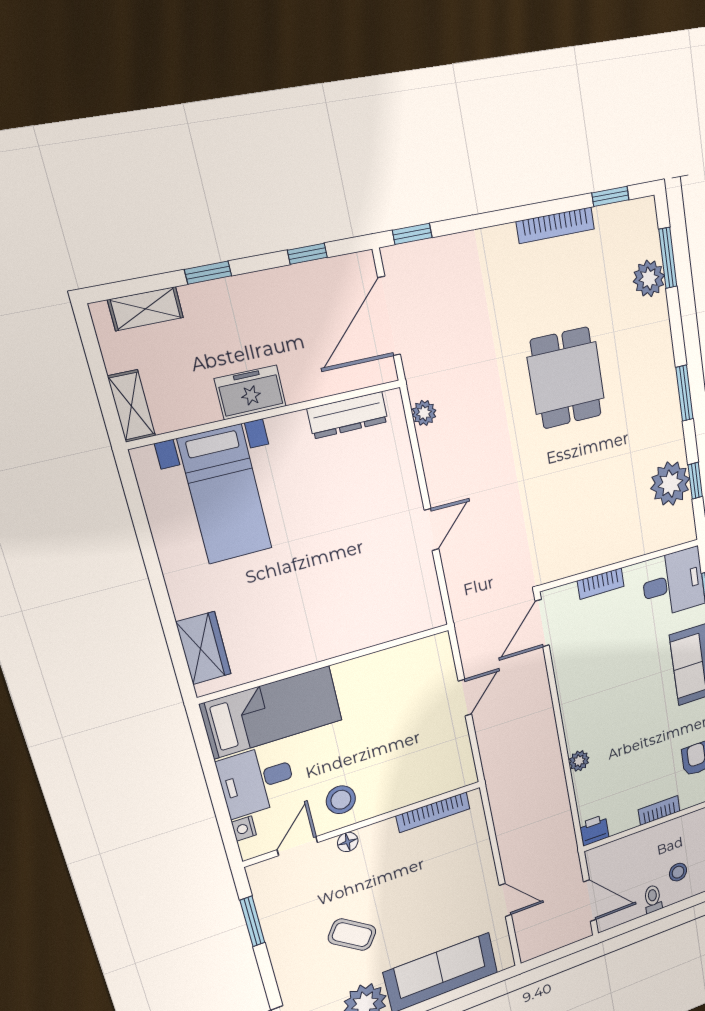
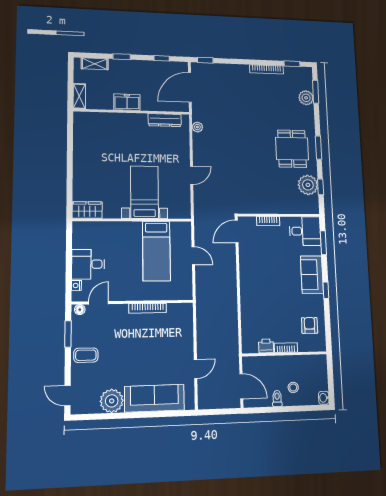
dining table: (566, 378) -> (292, 149), moved
bed with nightstands: (225, 494) -> (144, 192), moved, turned 180
wardrobe: (204, 648) -> (87, 210), moved, turned -90
door: (465, 698) -> (193, 256), hinge flipped
bed: (272, 712) -> (156, 251), moved, turned 90
plant: (579, 761) -> (246, 306), removed
stool: (341, 800) -> (124, 286), removed
bookcase: (433, 812) -> (148, 308), moved
printer: (594, 830) -> (266, 346), moved
floor lamp: (348, 842) -> (80, 310), moved
door: (505, 900) -> (196, 369), hinge flipped
coffee table: (352, 935) -> (86, 355), moved, turned -35

